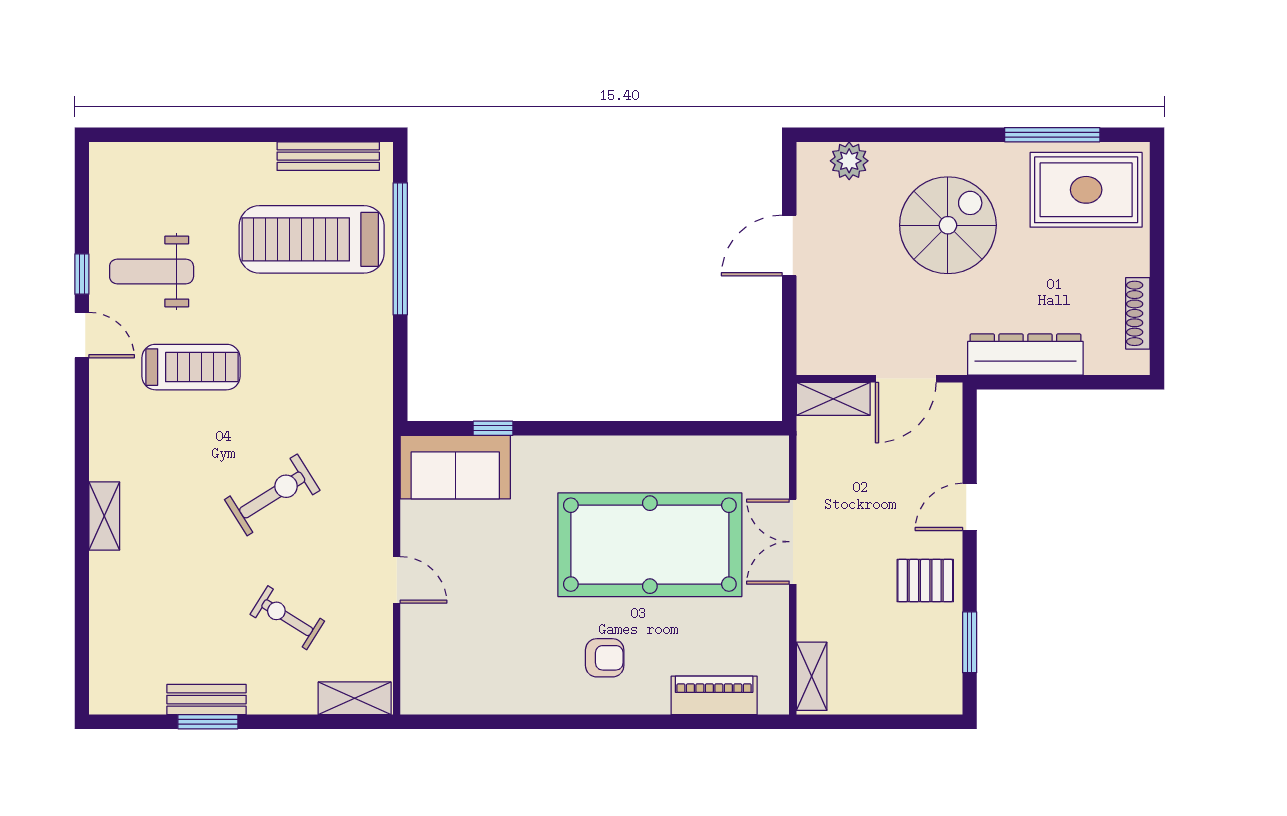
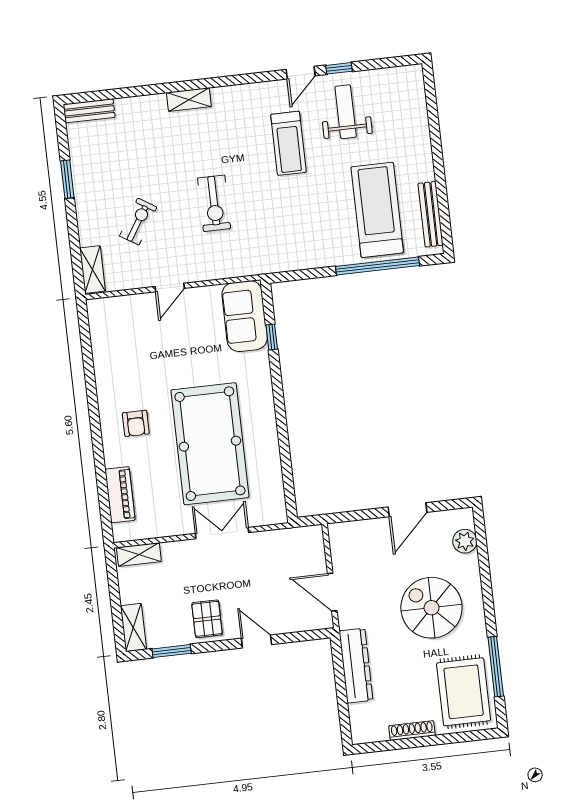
spiral stairs: (948, 225) -> (431, 608), turned 180
door: (789, 245) -> (407, 510), swing flipped
shoe rack: (1138, 313) -> (412, 731), moved
shelving: (833, 399) -> (133, 628), moved
exercise bike: (272, 495) -> (214, 203), turned 32
bench: (206, 700) -> (89, 111), moved, turned 90

